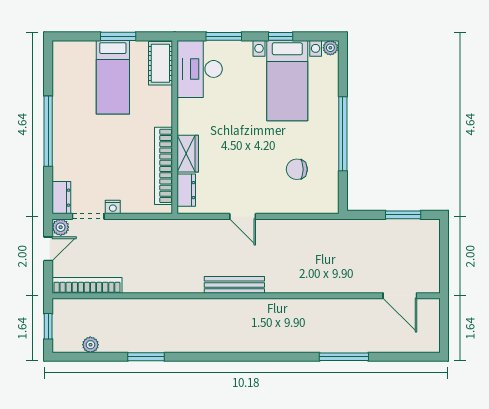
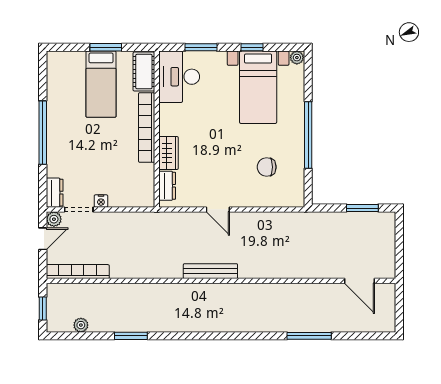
bookcase: (164, 166) -> (147, 128), moved

